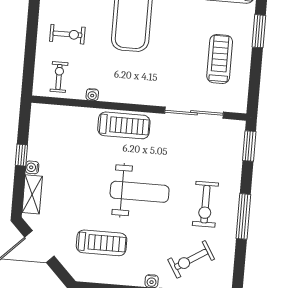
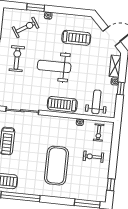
weight bench: (64, 131) -> (96, 102), added
treadmill: (102, 243) -> (76, 38), turned 180

